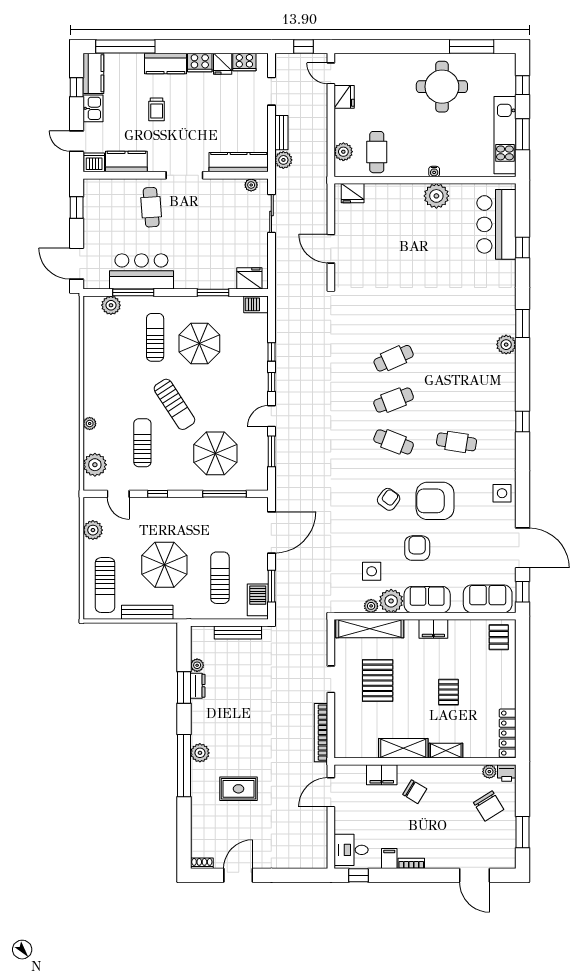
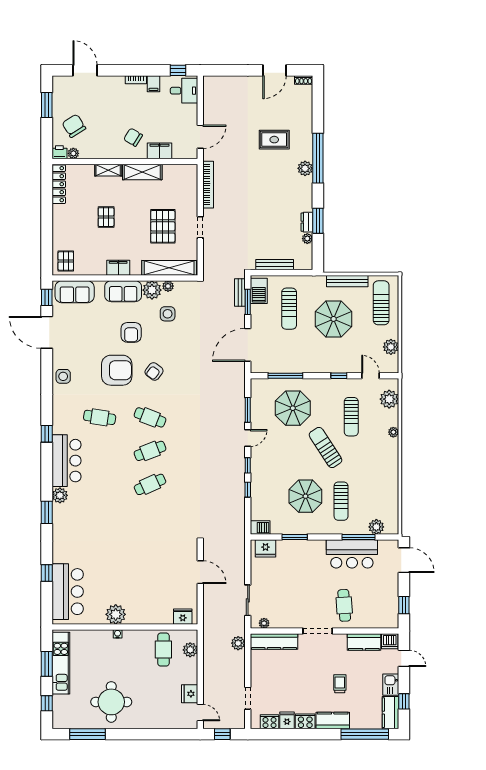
bench: (281, 133) -> (240, 293), moved
bar counter: (498, 388) -> (66, 461), added

